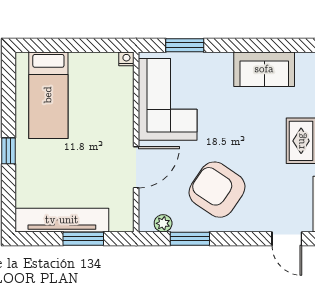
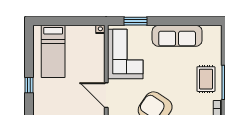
sofa: (264, 69) -> (177, 36), width x1.36
door: (136, 167) -> (106, 95), swing flipped

